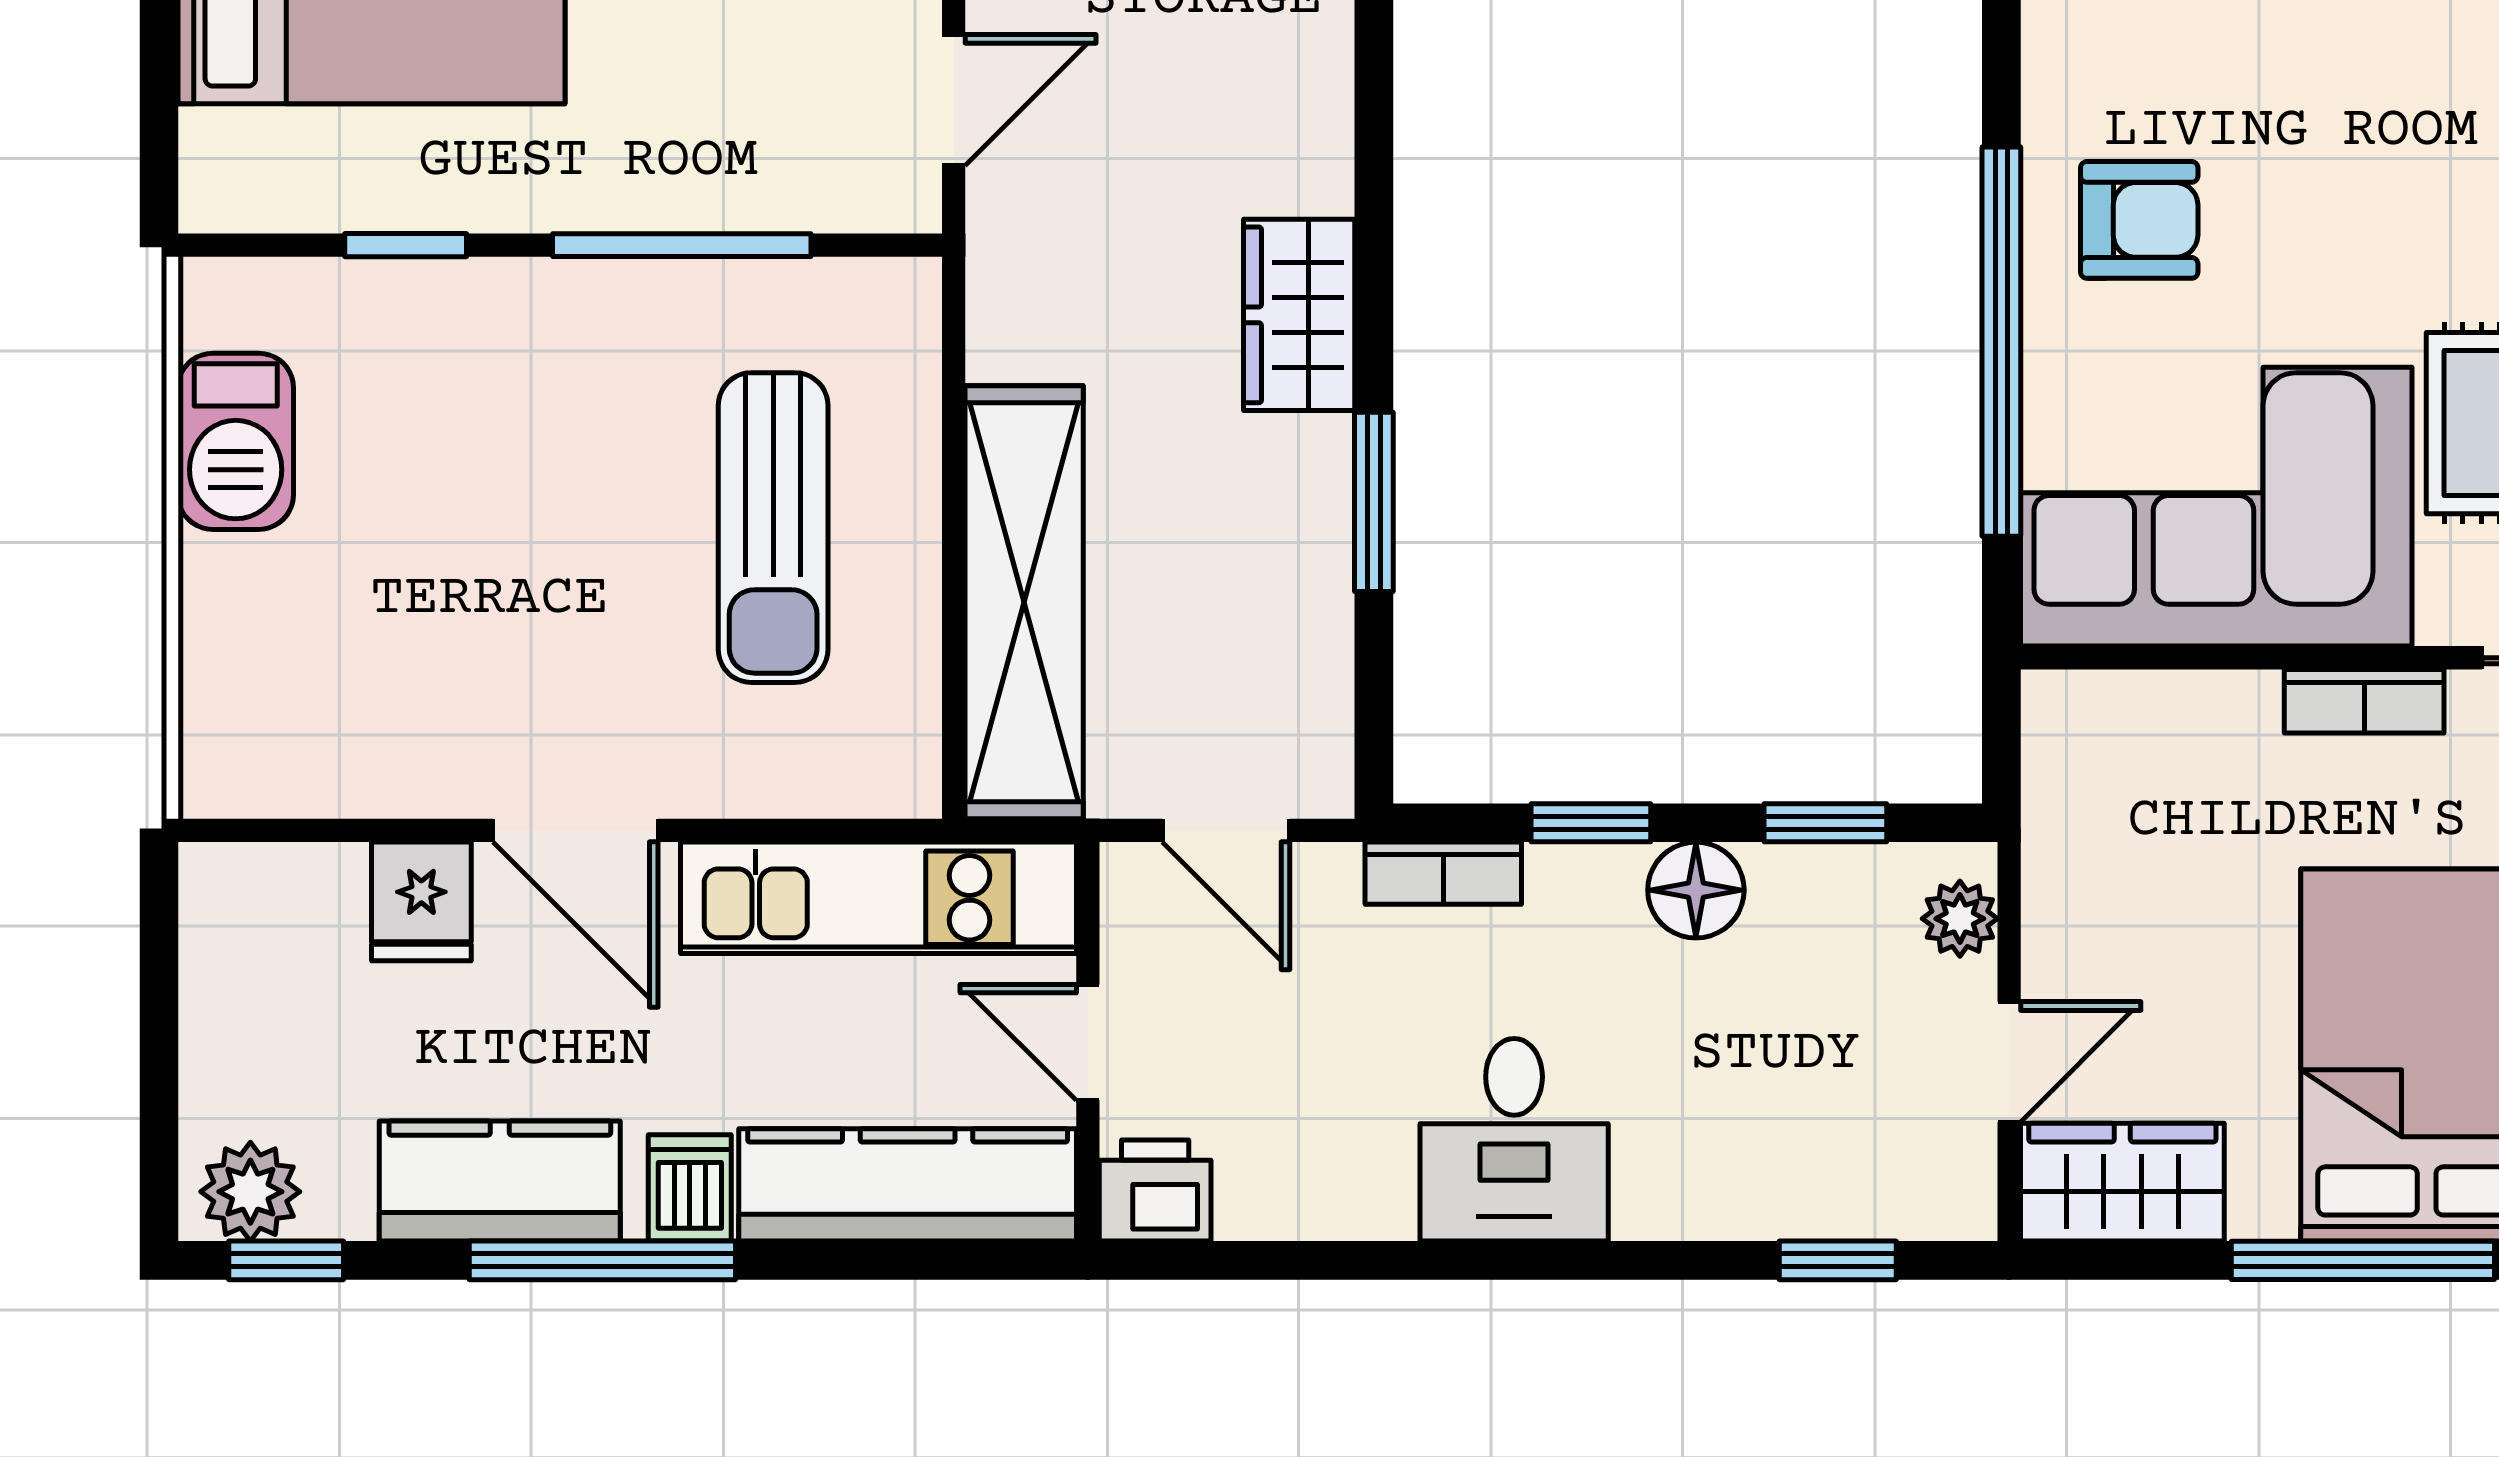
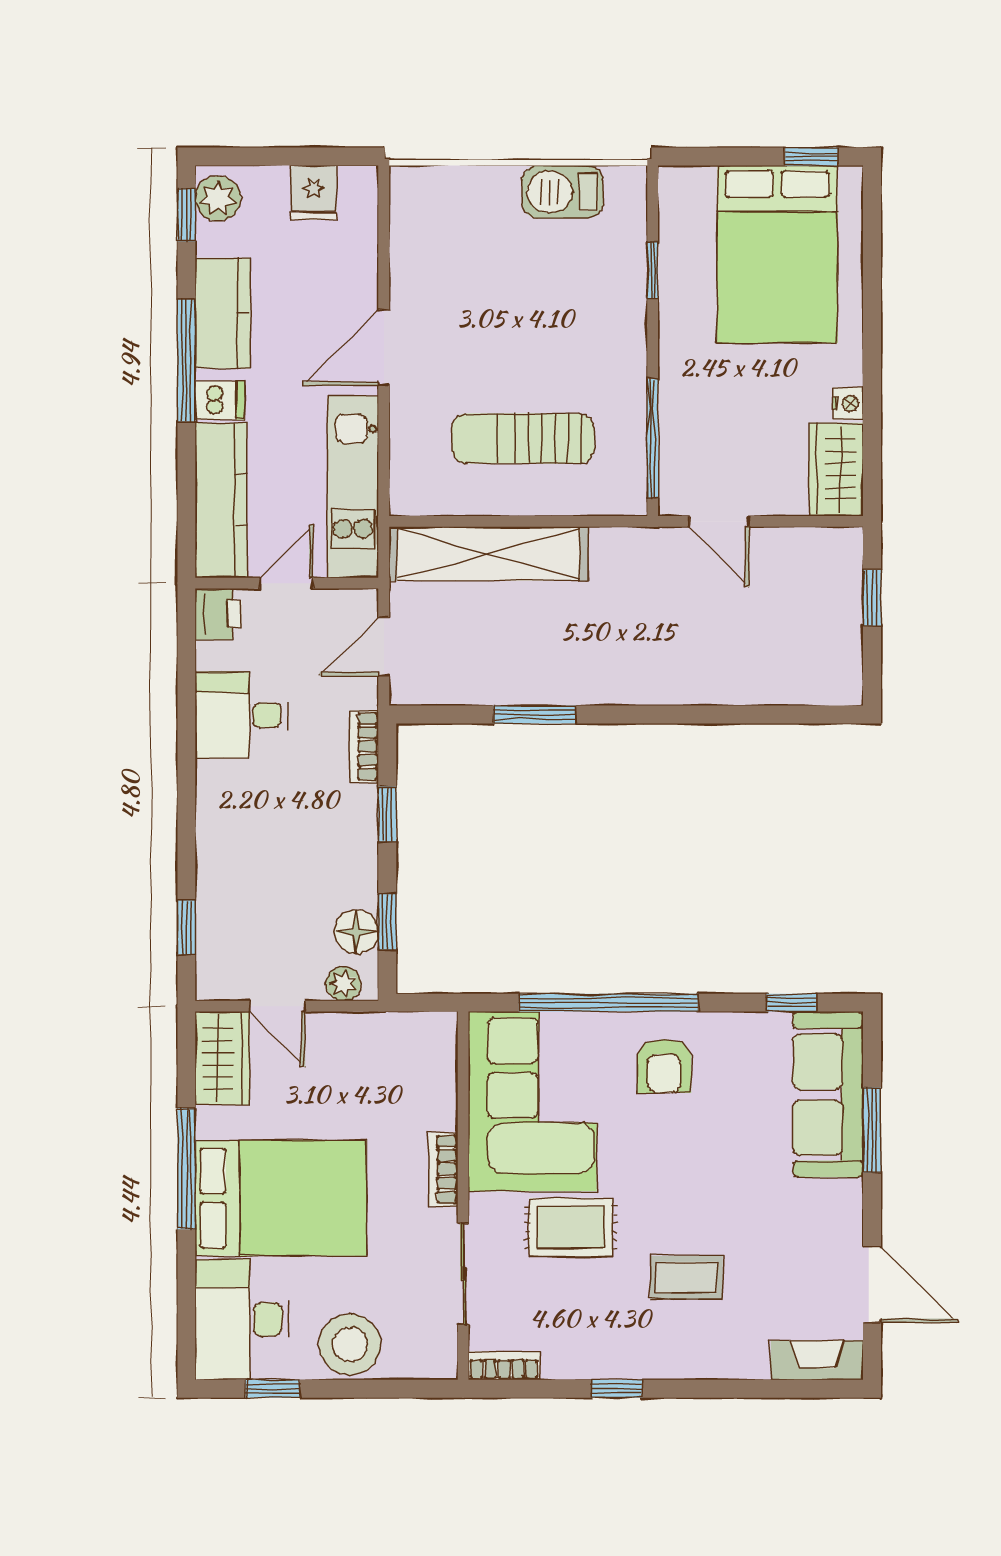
window: (682, 245) -> (653, 438), moved
wardrobe: (1299, 315) -> (621, 680), removed
floor lamp: (1696, 890) -> (356, 932), moved
fridge: (421, 901) -> (314, 193), moved, turned -90
desk: (1514, 1140) -> (242, 715), moved

